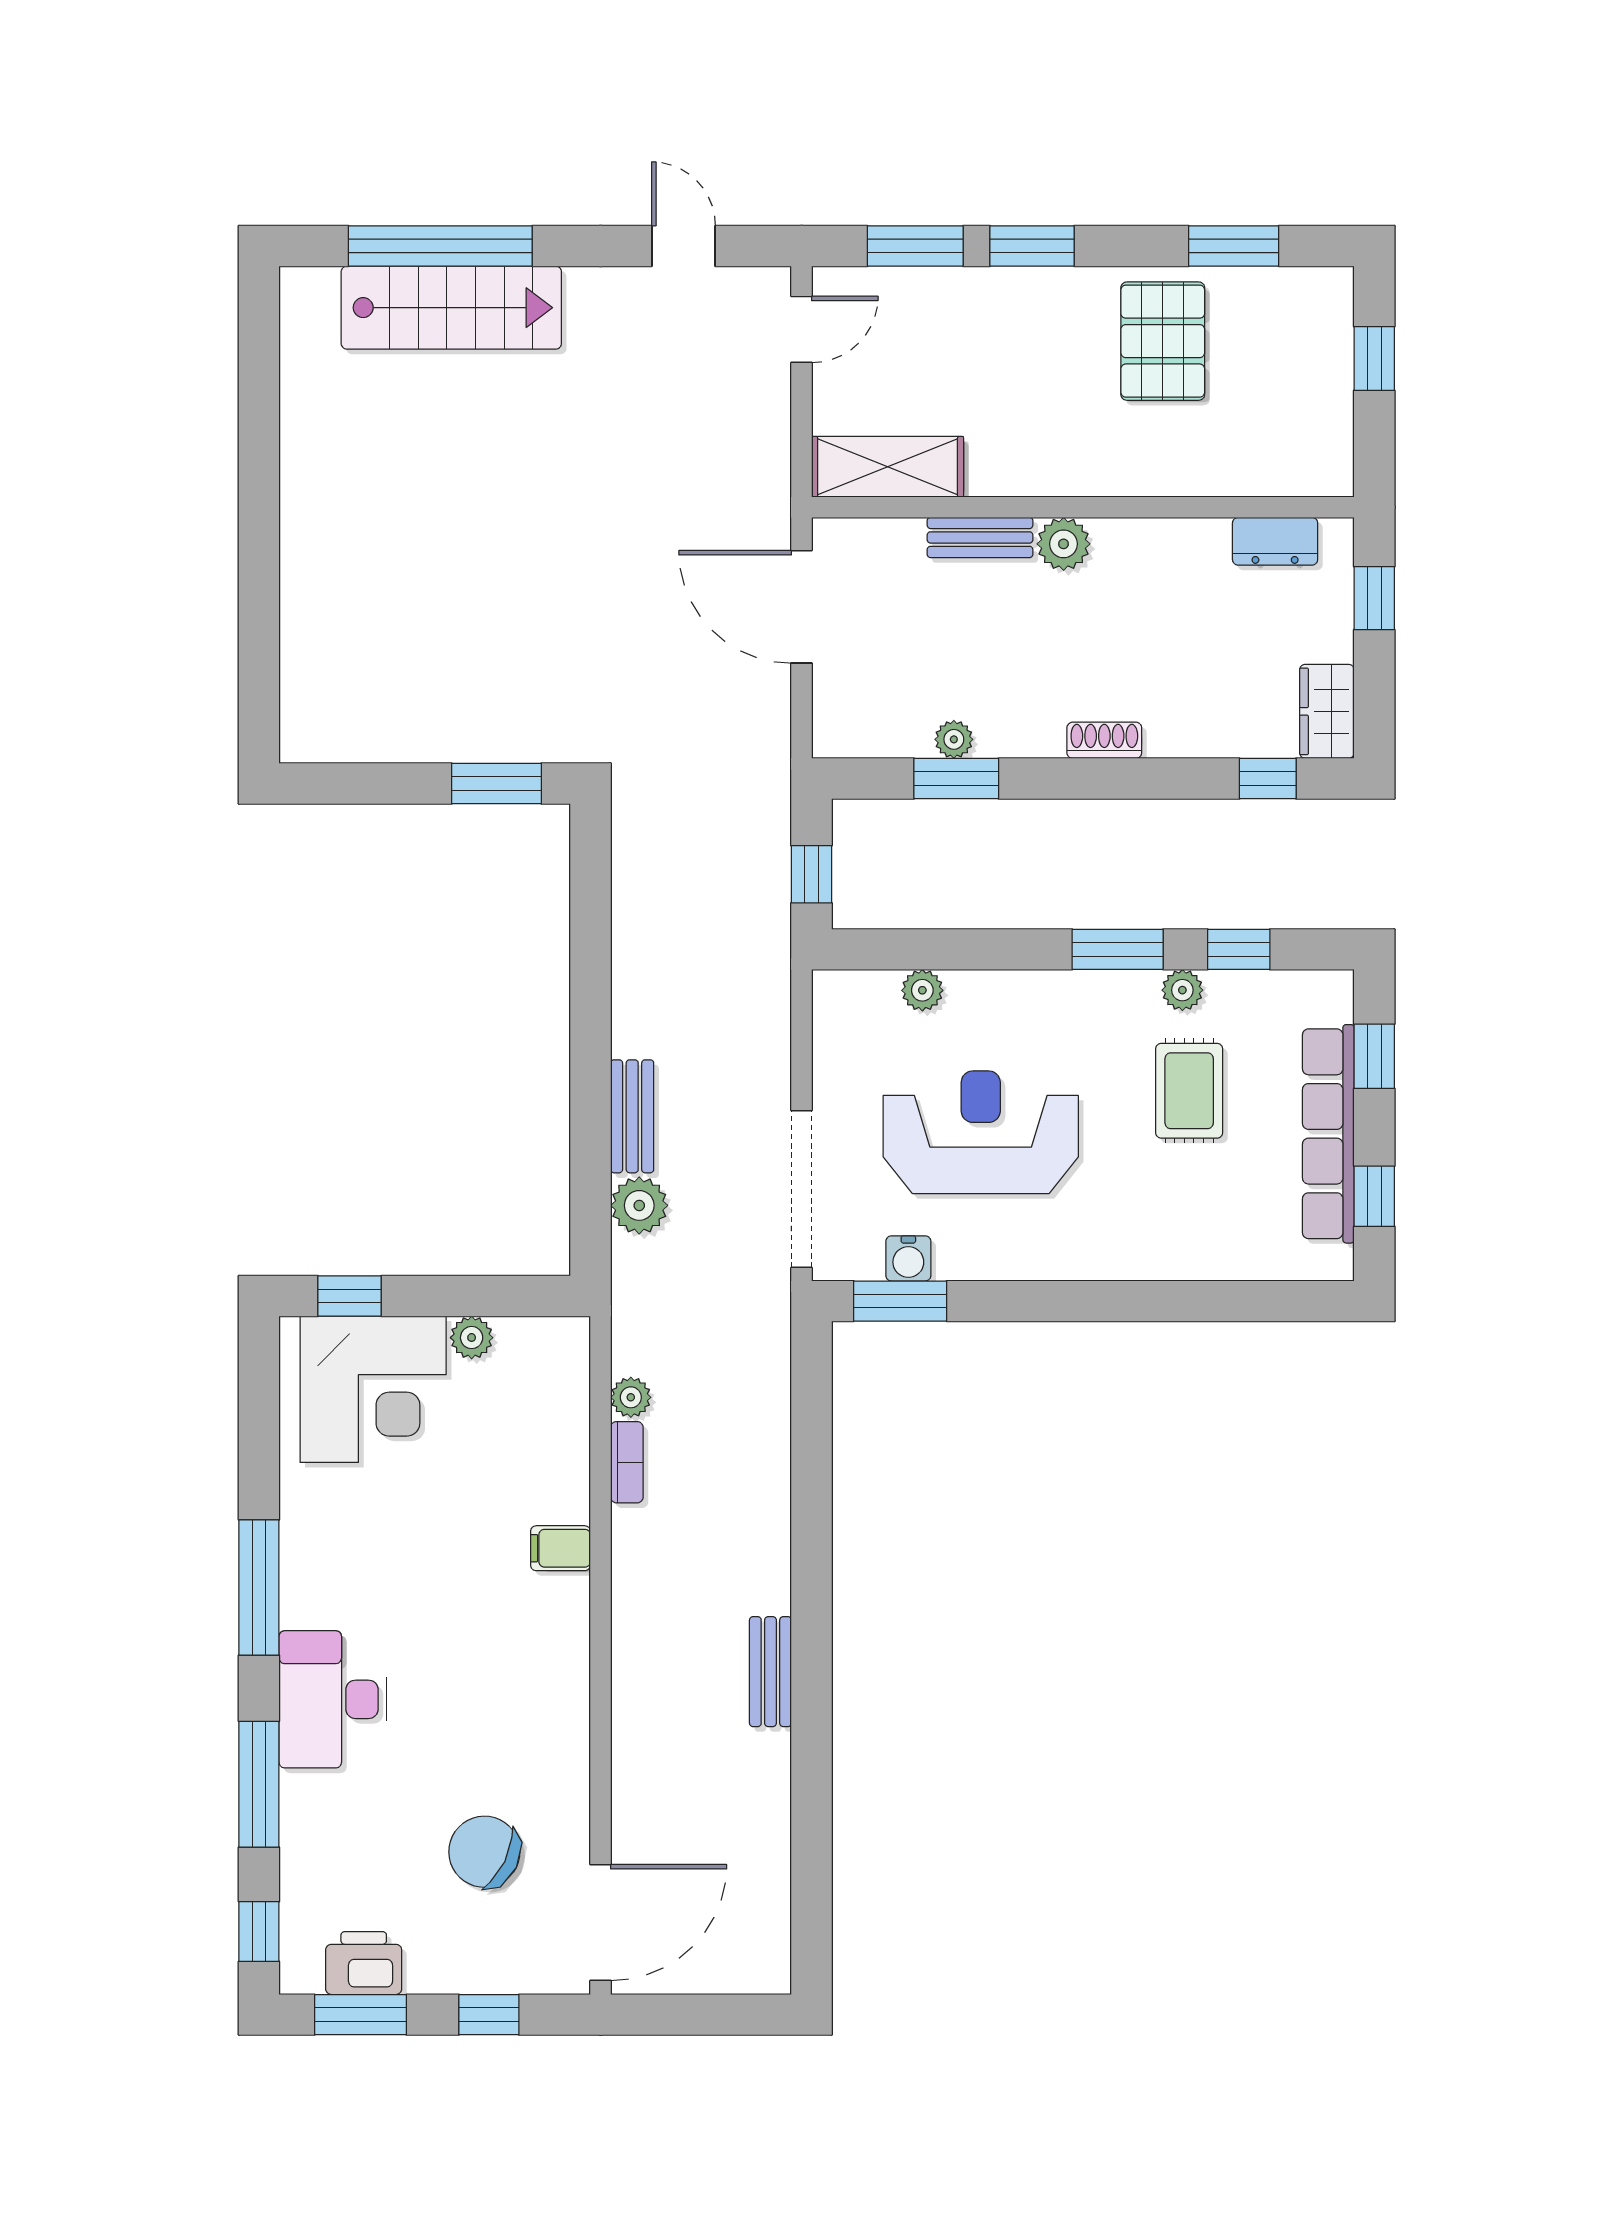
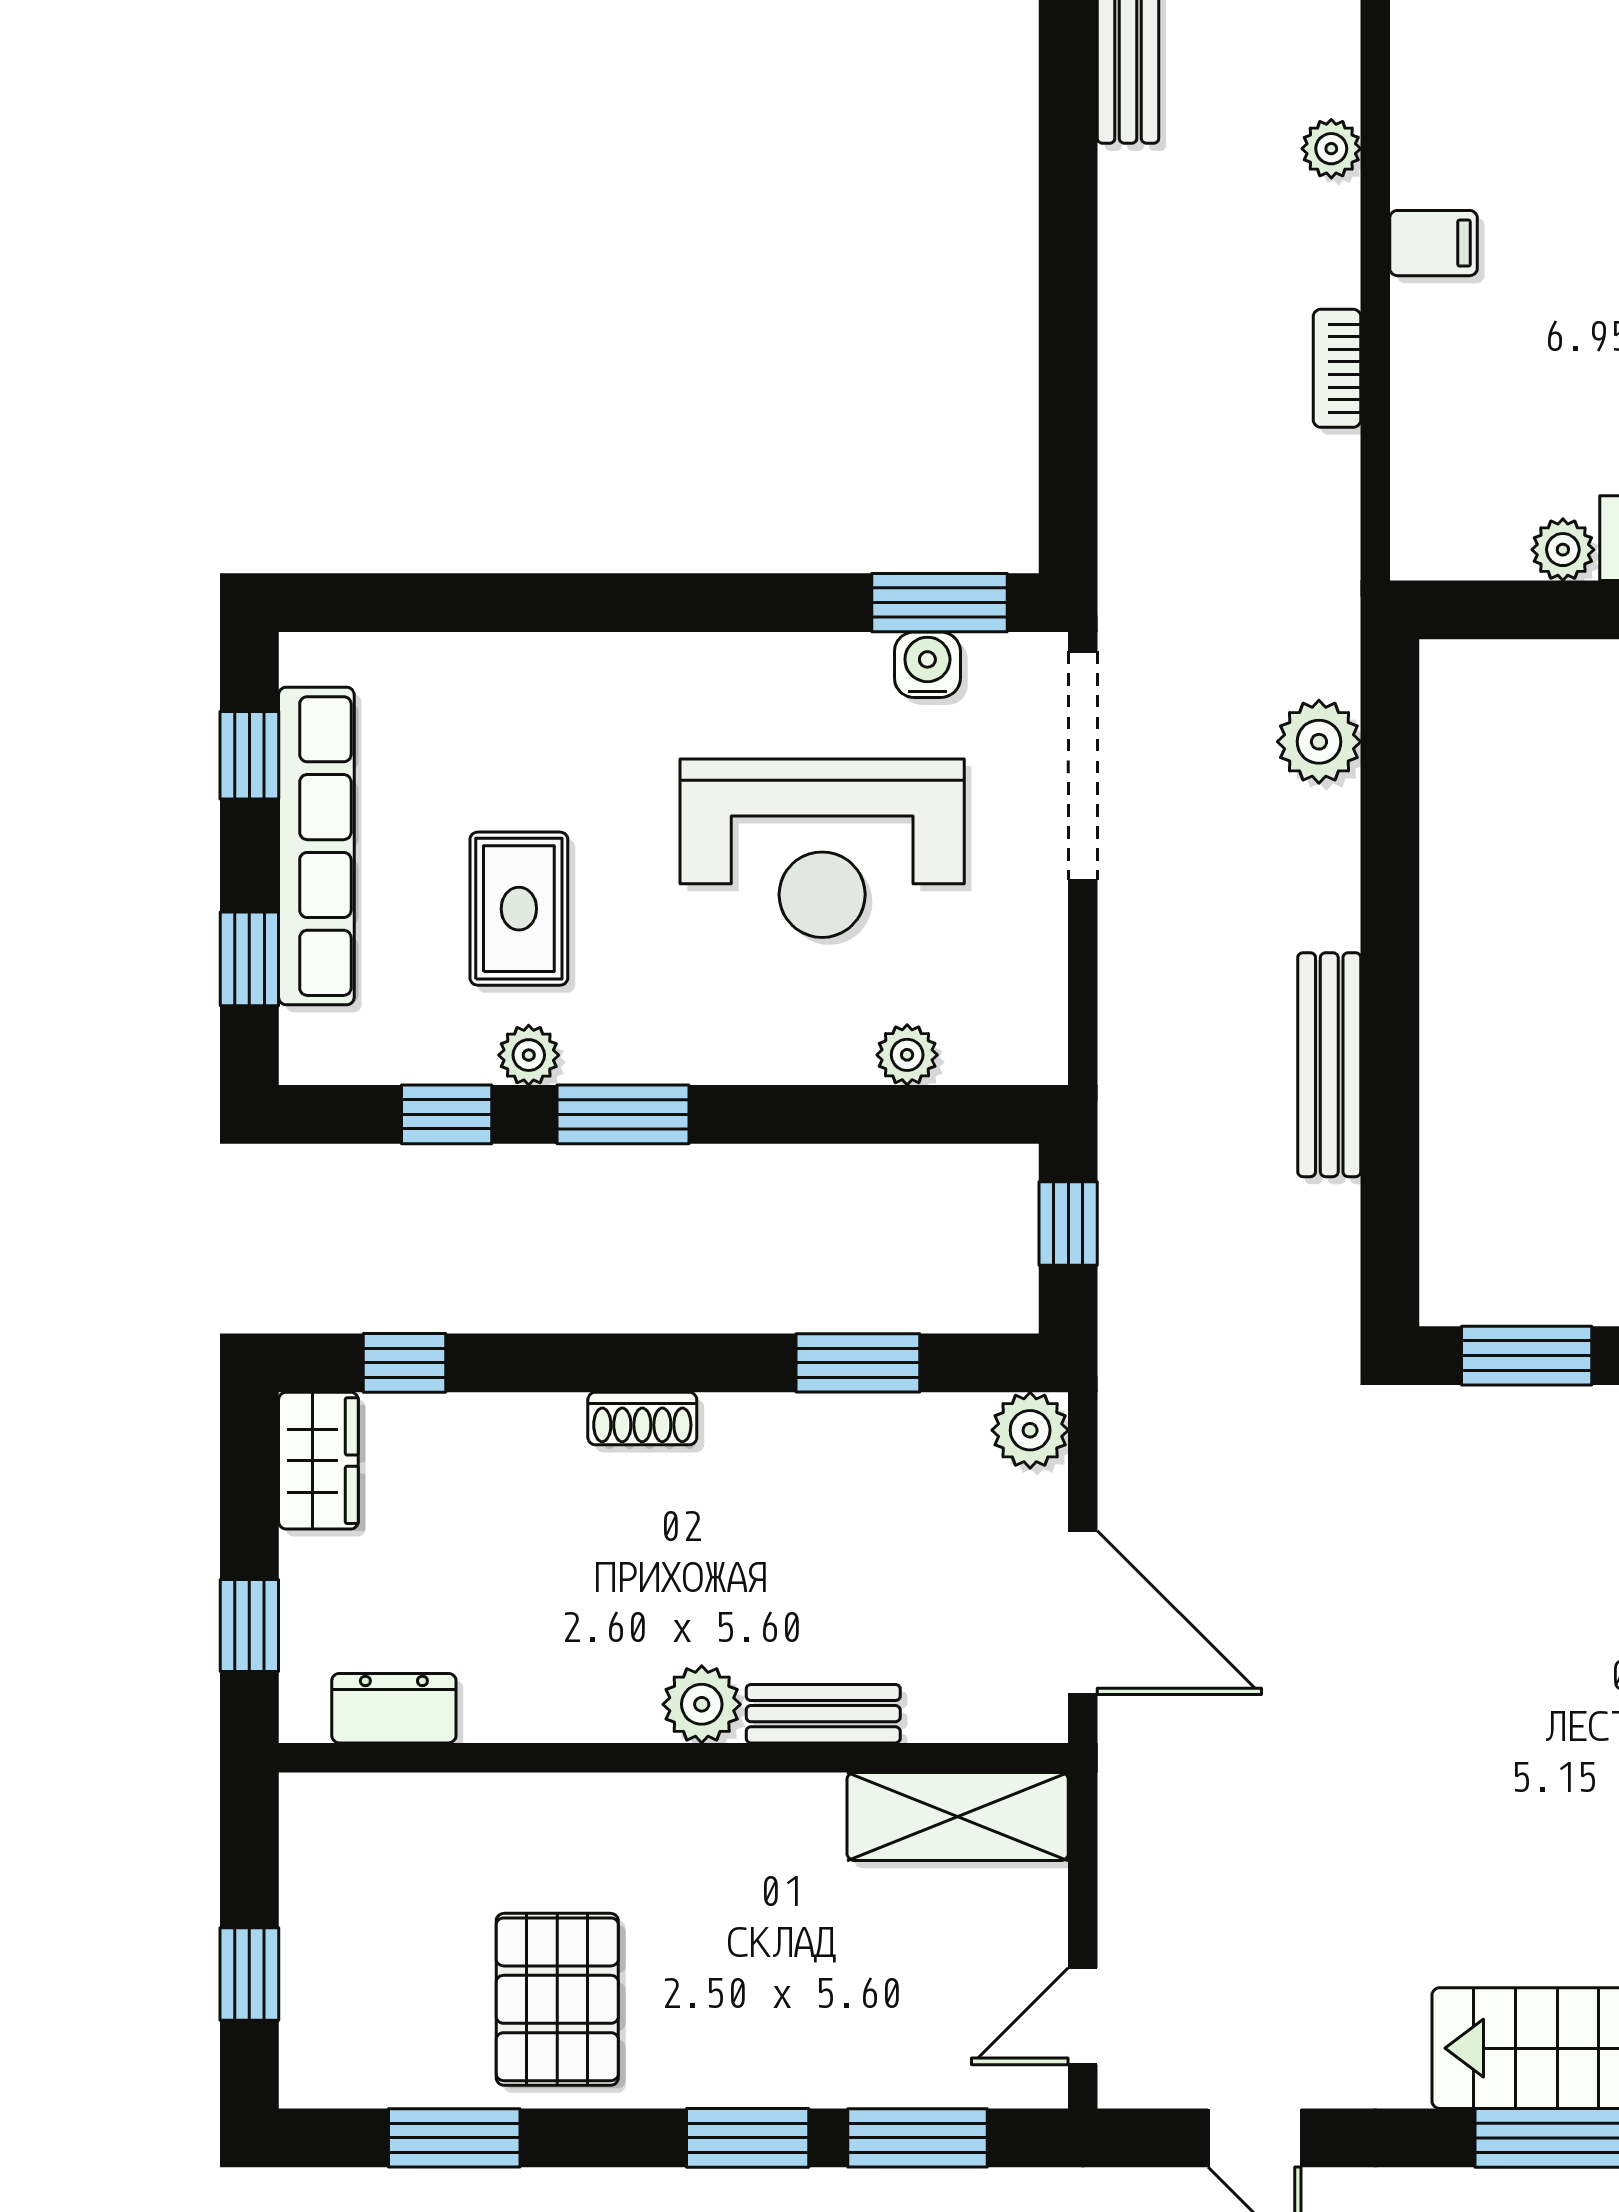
plant: (954, 739) -> (1030, 1430), moved, width x1.38, depth x1.38
bench: (632, 1116) -> (1329, 1065), moved, width x1.36
plant: (631, 1397) -> (1331, 149), moved

